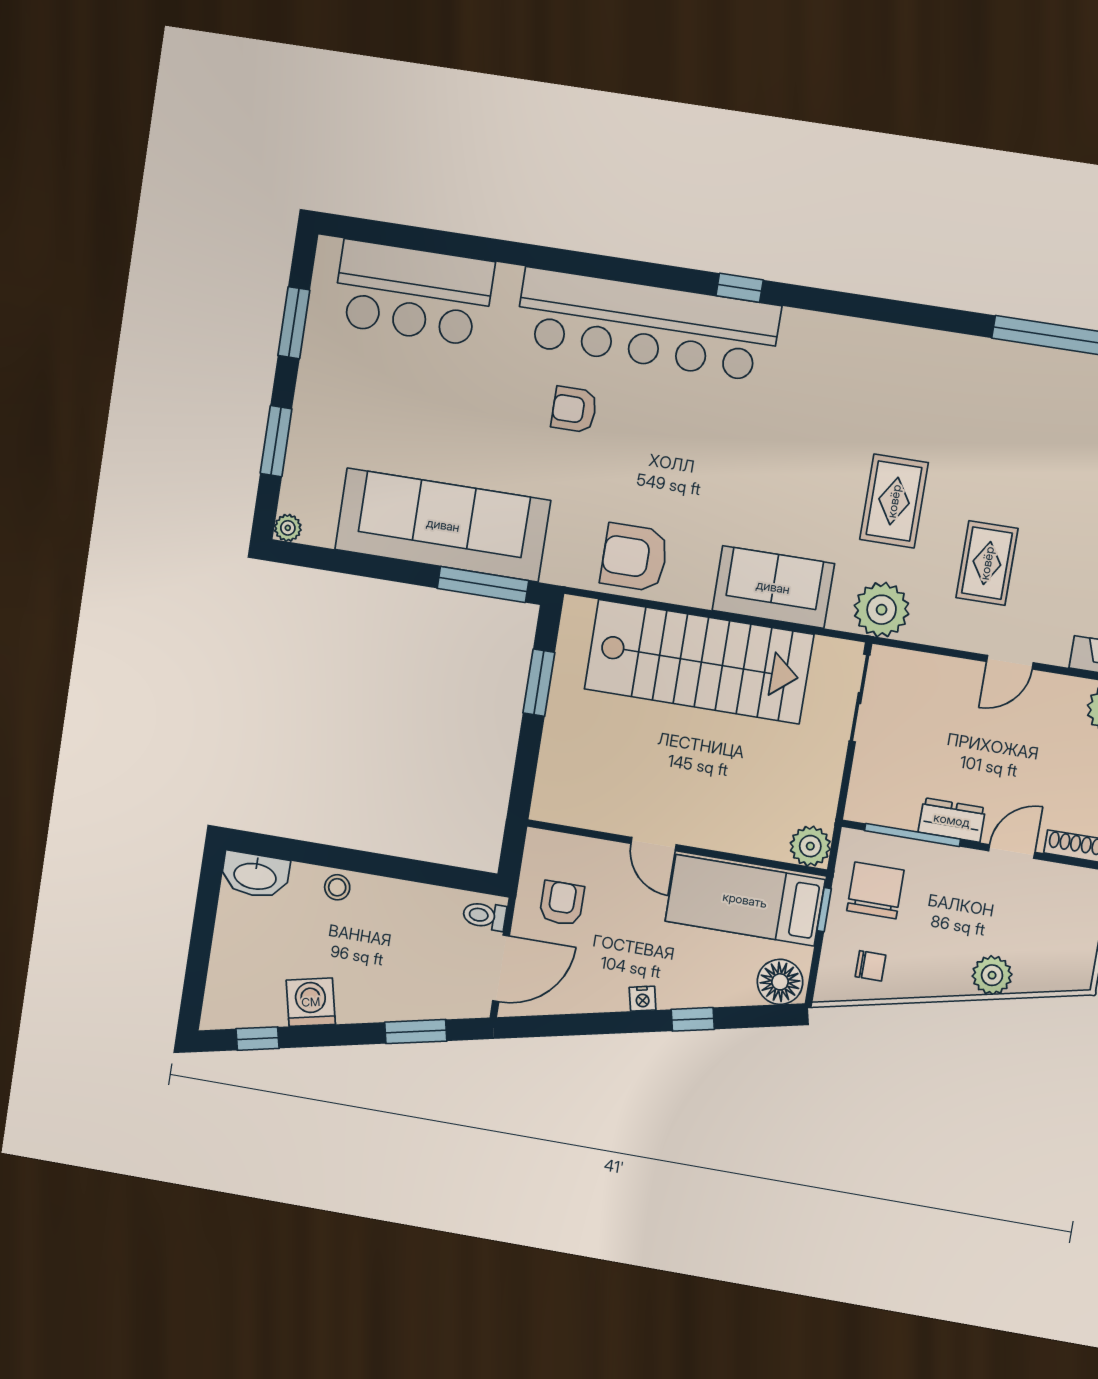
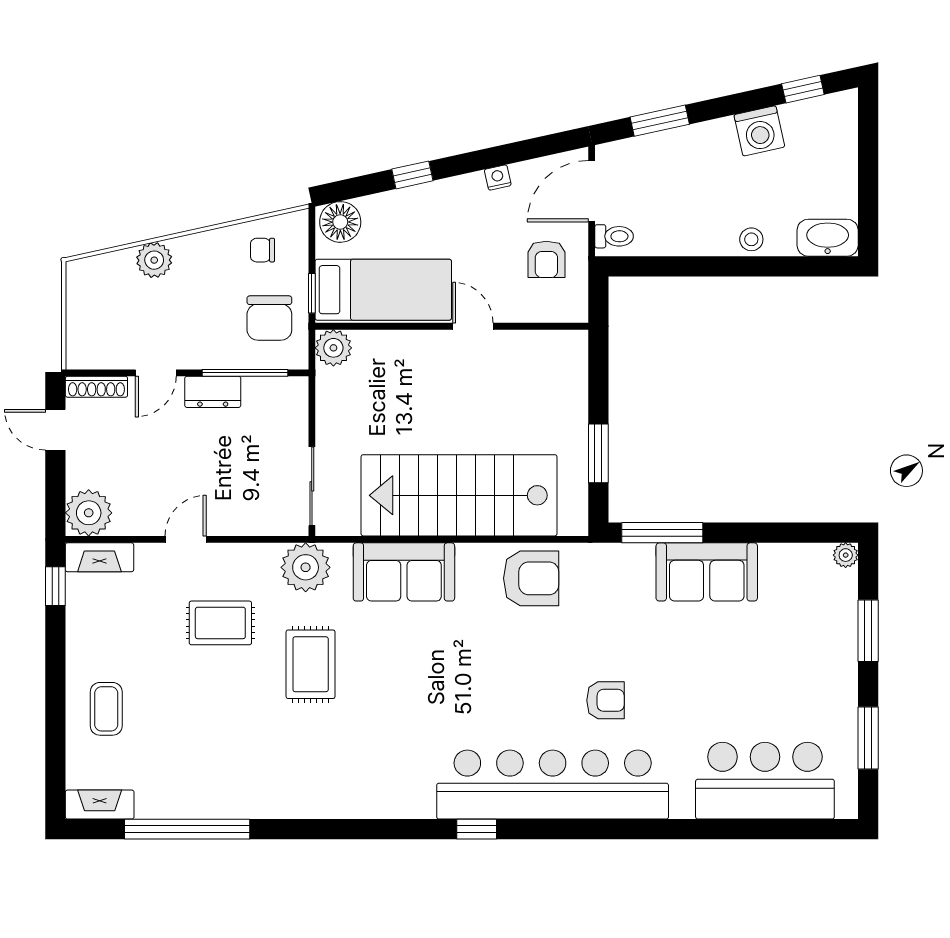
sofa: (443, 525) -> (707, 572), width x0.54, depth x0.79
rug: (987, 563) -> (220, 623), turned 90
nightstand: (643, 999) -> (498, 178), moved

